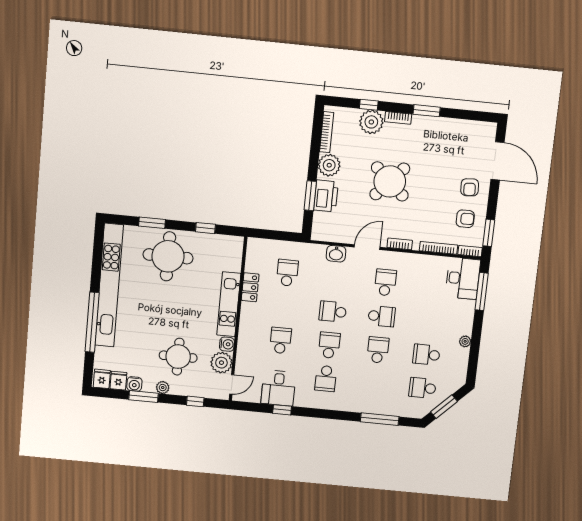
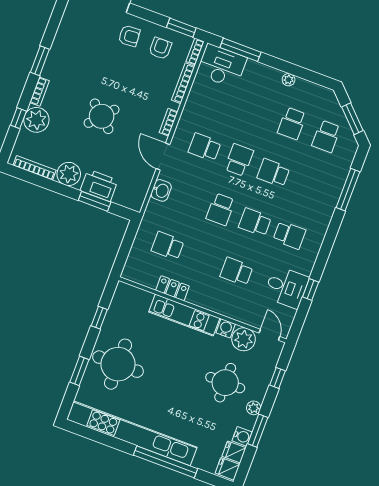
round table: (390, 181) -> (102, 116), width x0.73, depth x0.73

